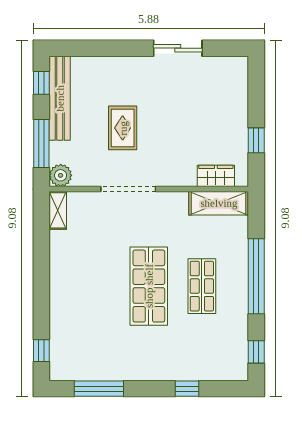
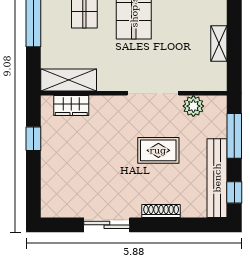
shoe rack: (120, 63) -> (161, 211), added
rug: (123, 128) -> (158, 150), turned 90
plant: (61, 175) -> (193, 106), moved
shelving: (58, 210) -> (219, 43), moved

